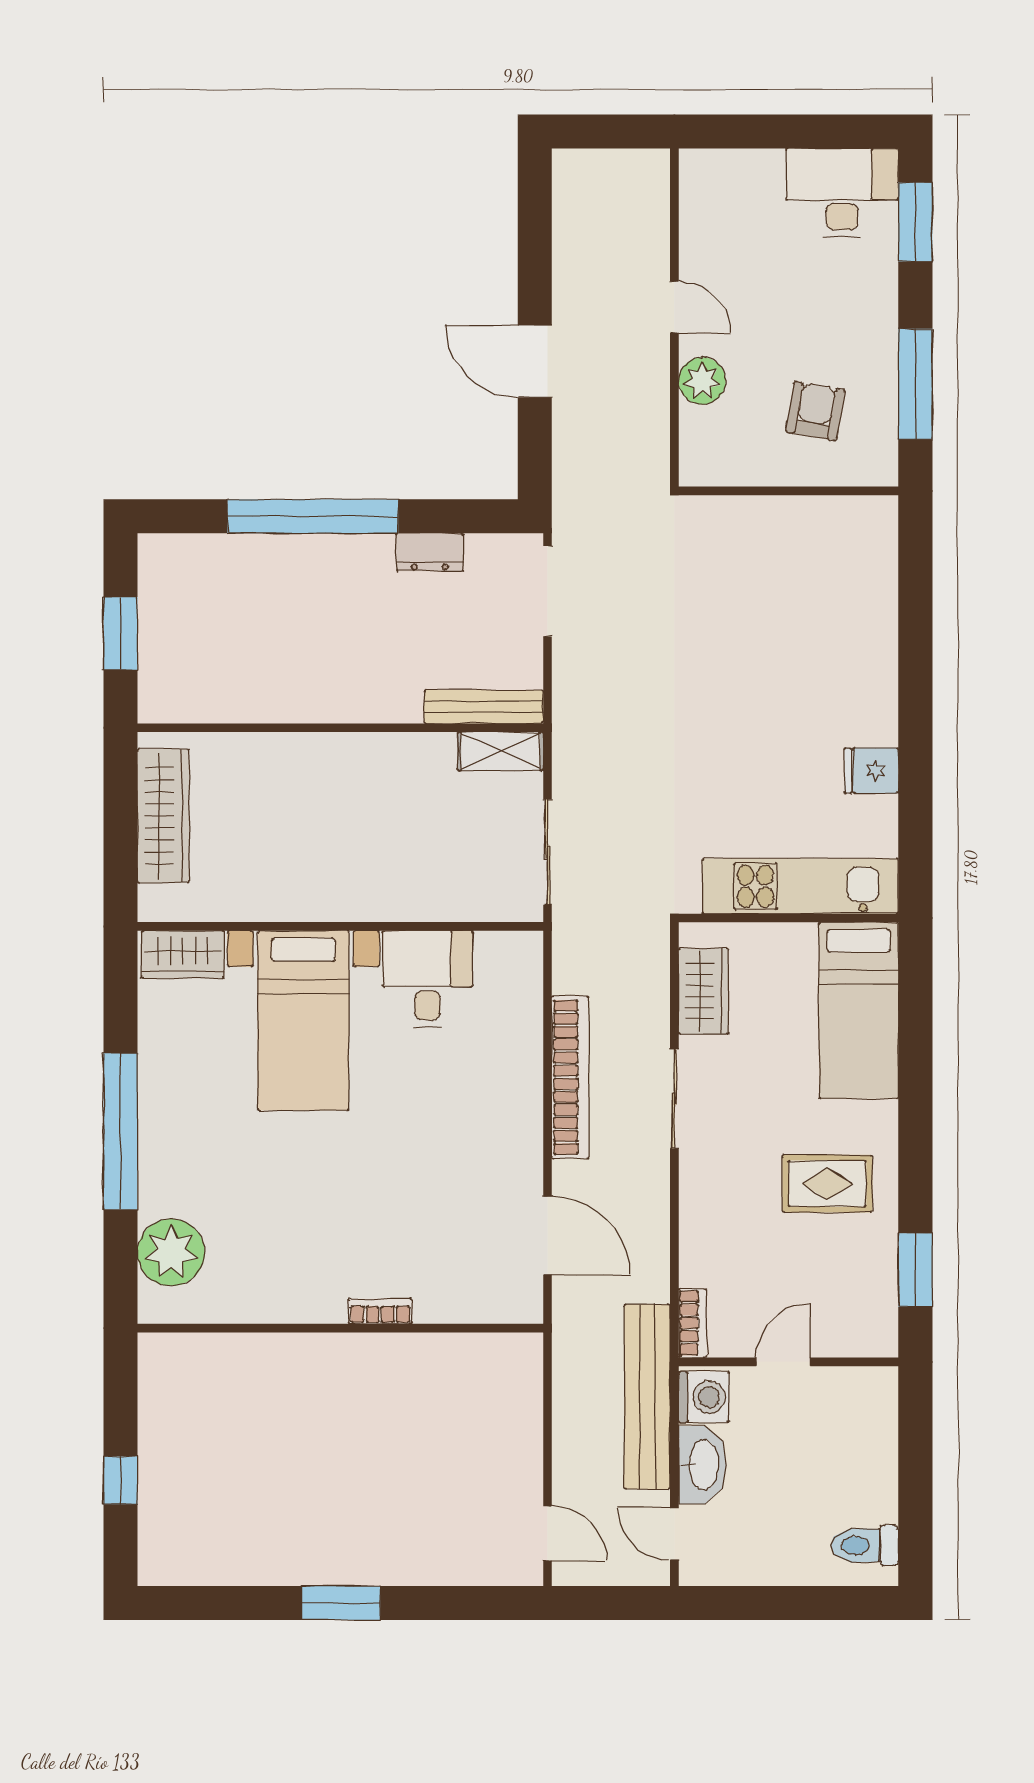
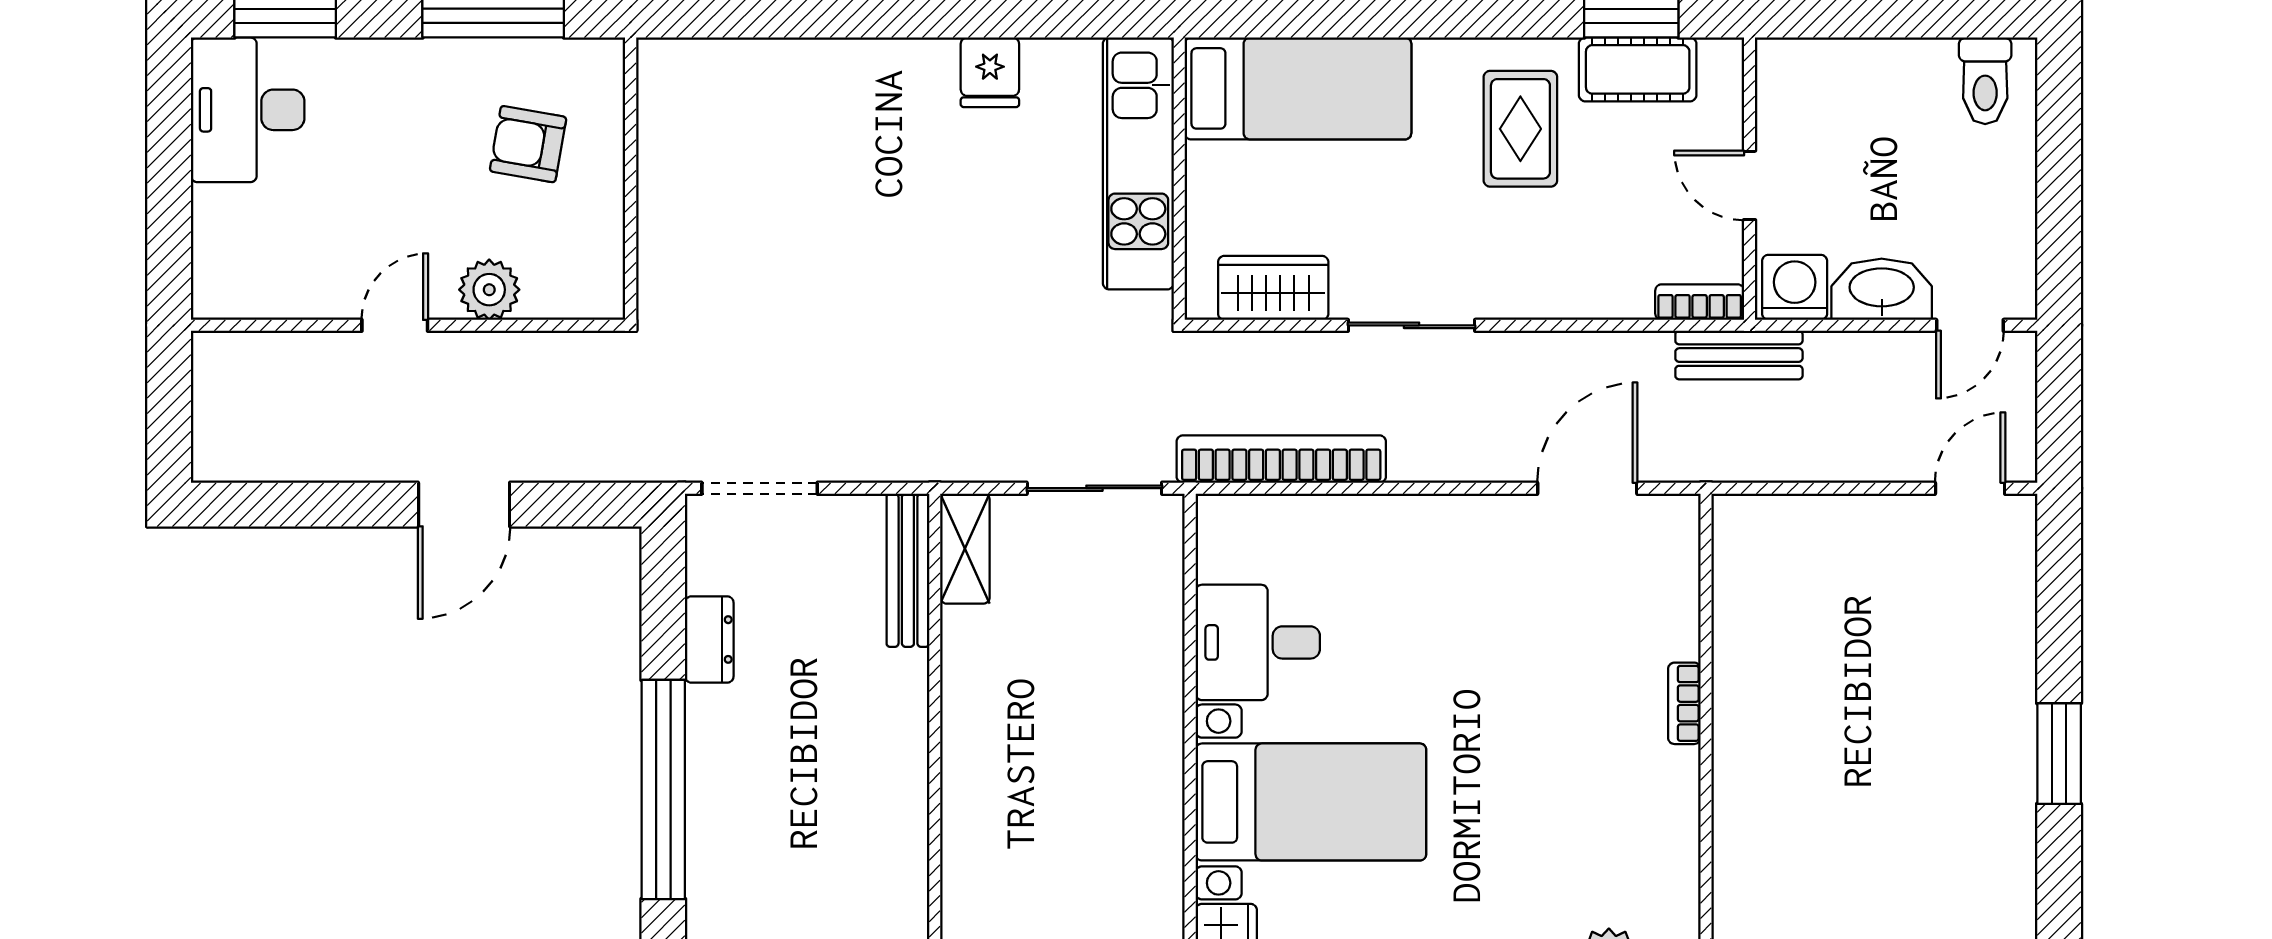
bookcase: (570, 1077) -> (1281, 459), moved
cot: (874, 1275) -> (1638, 69), added
bench: (647, 1397) -> (1739, 355), width x0.54, depth x0.82

